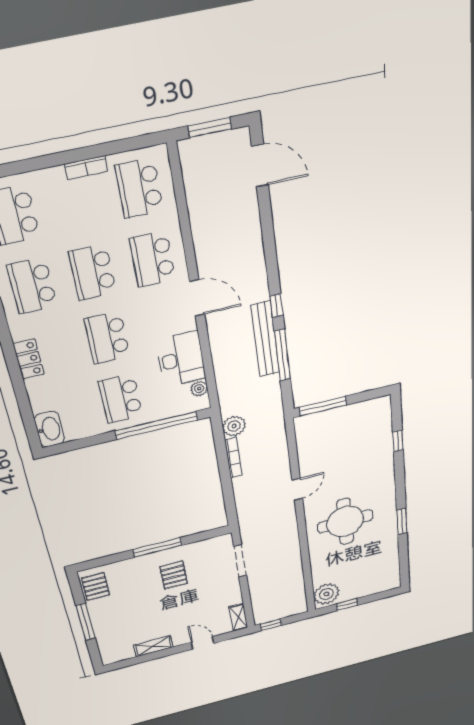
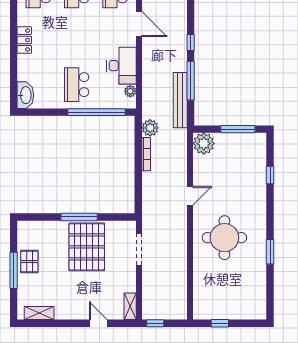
school desk: (107, 338) -> (77, 38), removed
bench: (265, 339) -> (180, 100), moved
window: (323, 406) -> (238, 129), moved
pallet: (174, 575) -> (87, 247), width x2.05, depth x2.00
pallet: (96, 587) -> (29, 261), moved
plant: (326, 594) -> (204, 144), moved
shelving: (153, 646) -> (39, 313), moved

